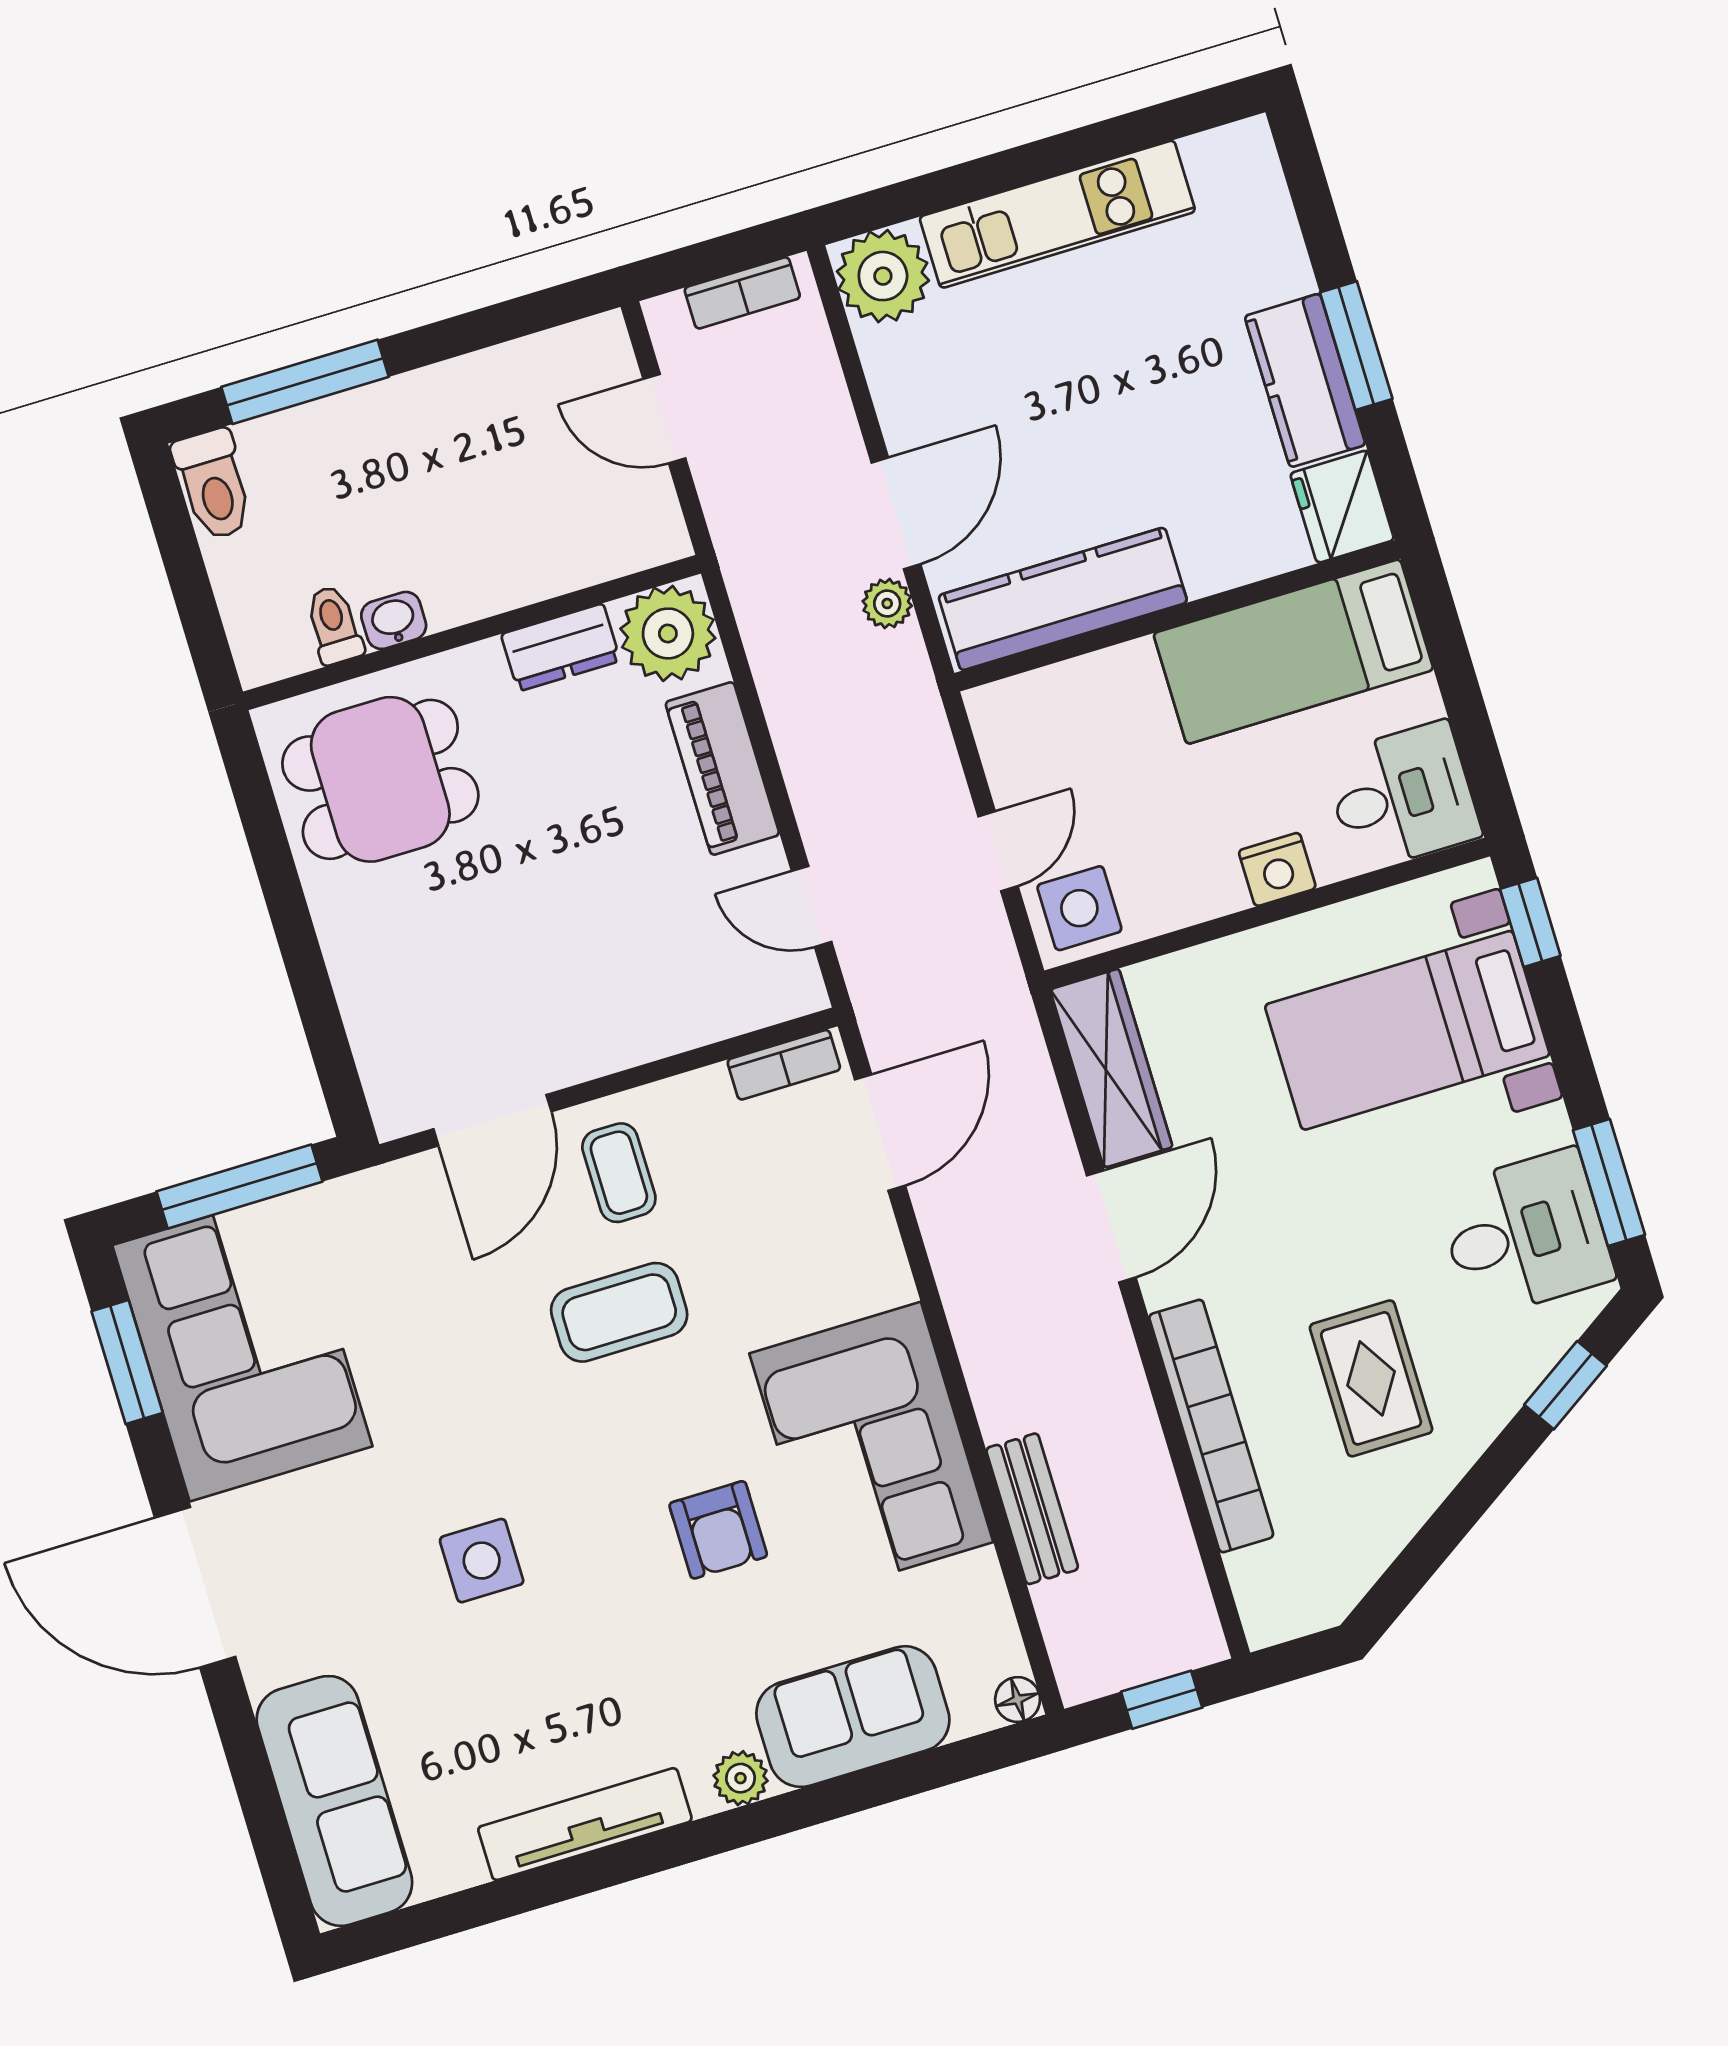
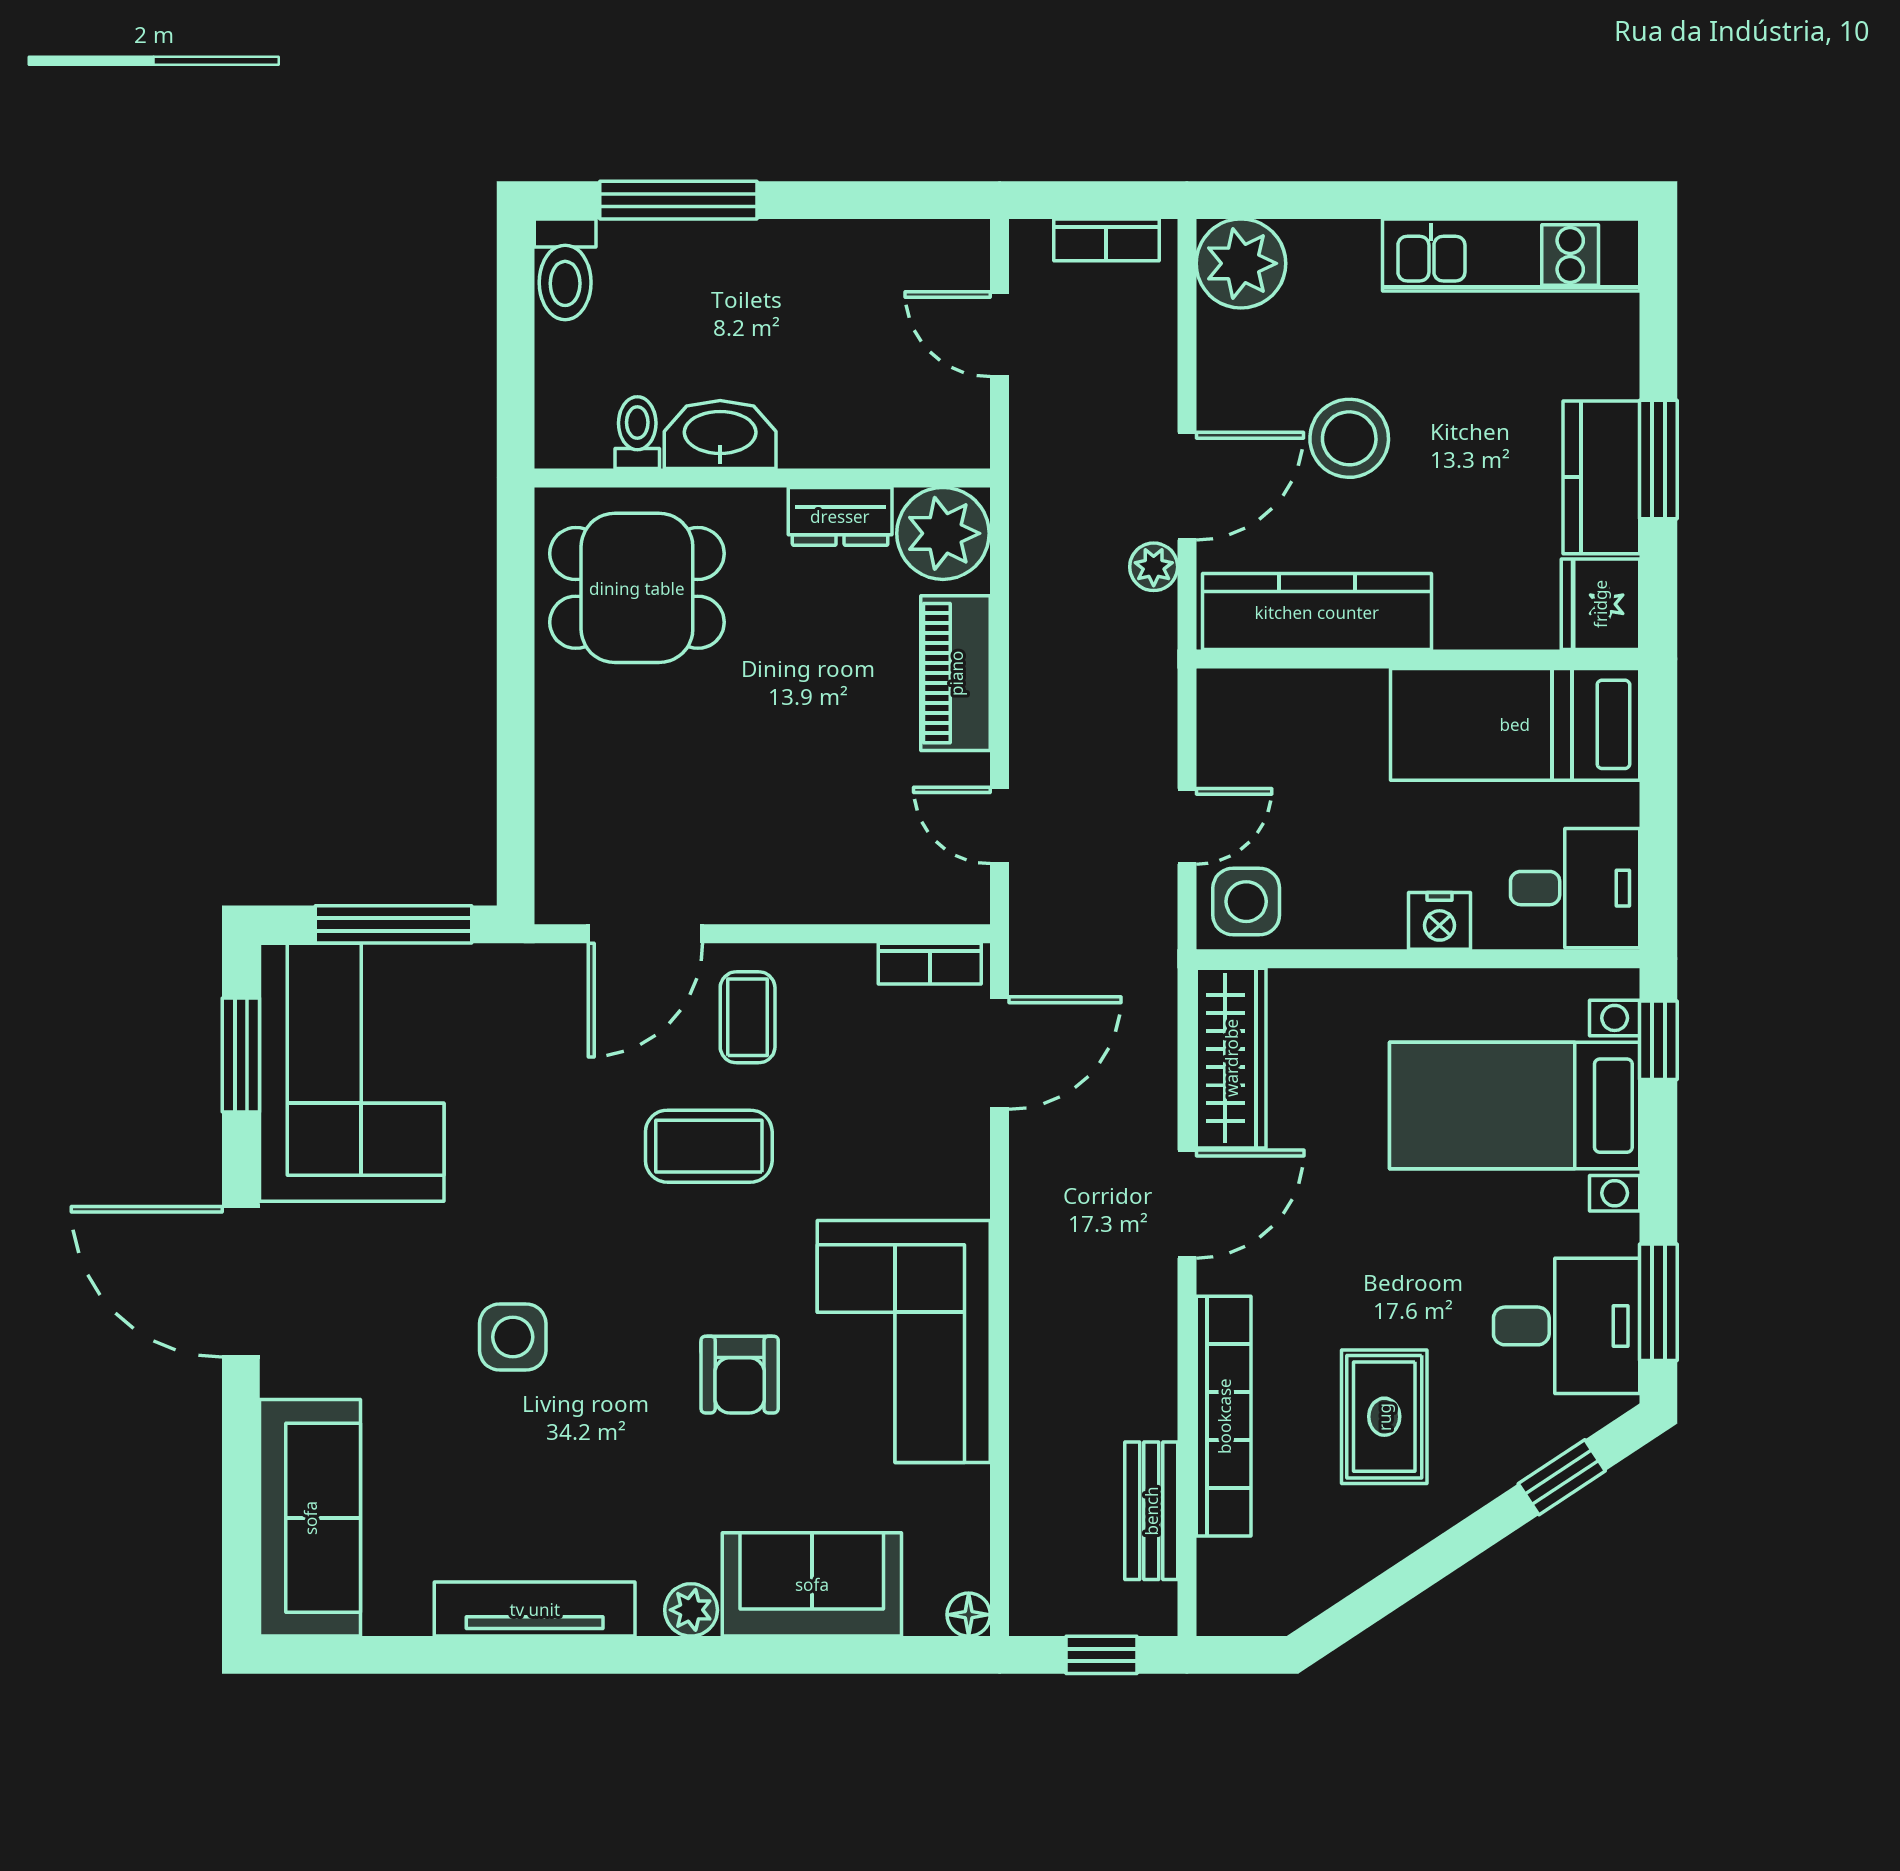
kitchen unit: (1057, 214) -> (1511, 255), moved
stool: (1043, 417) -> (1349, 438), added
washbasin: (394, 620) -> (720, 434), width x1.91, depth x1.45
bench: (1032, 1509) -> (1151, 1511), moved

